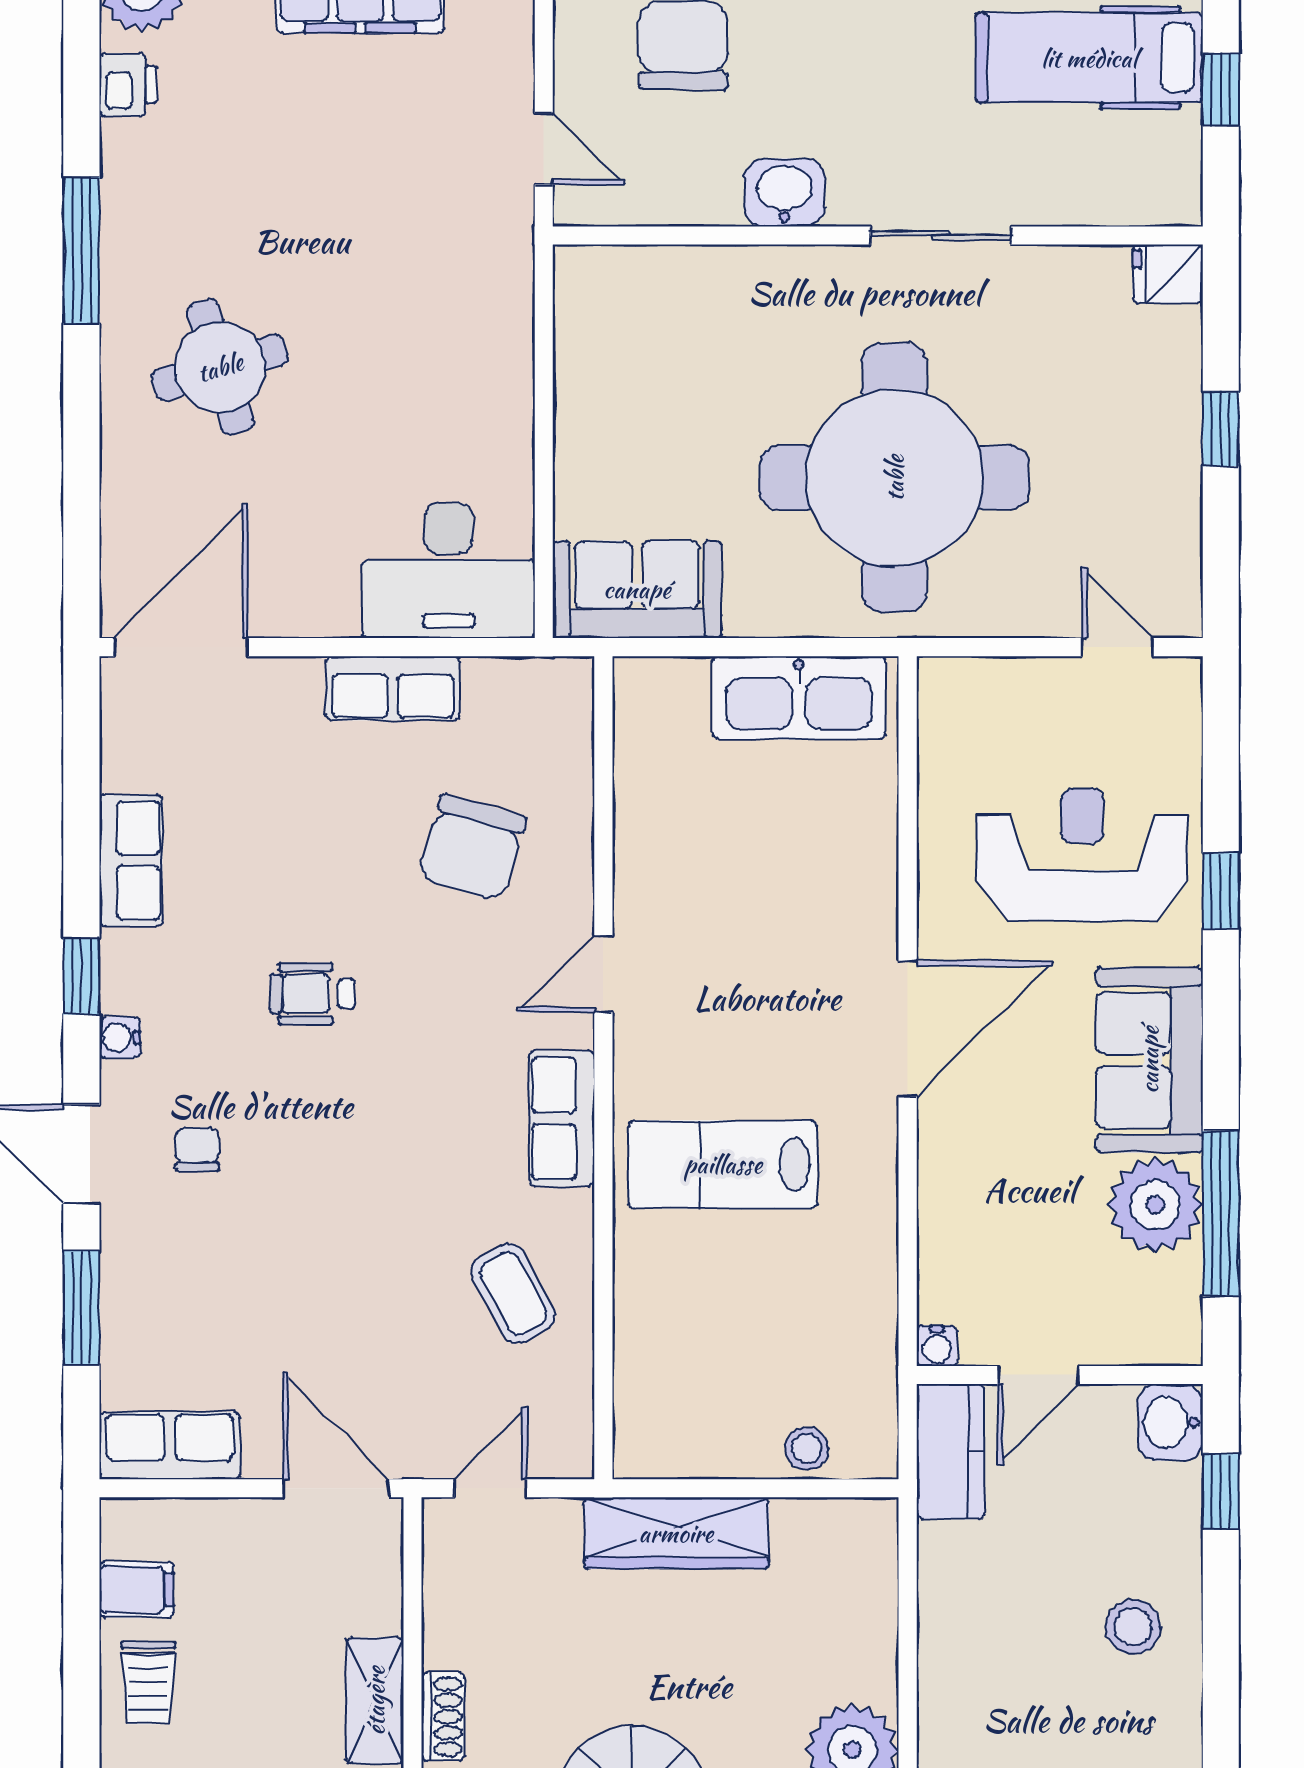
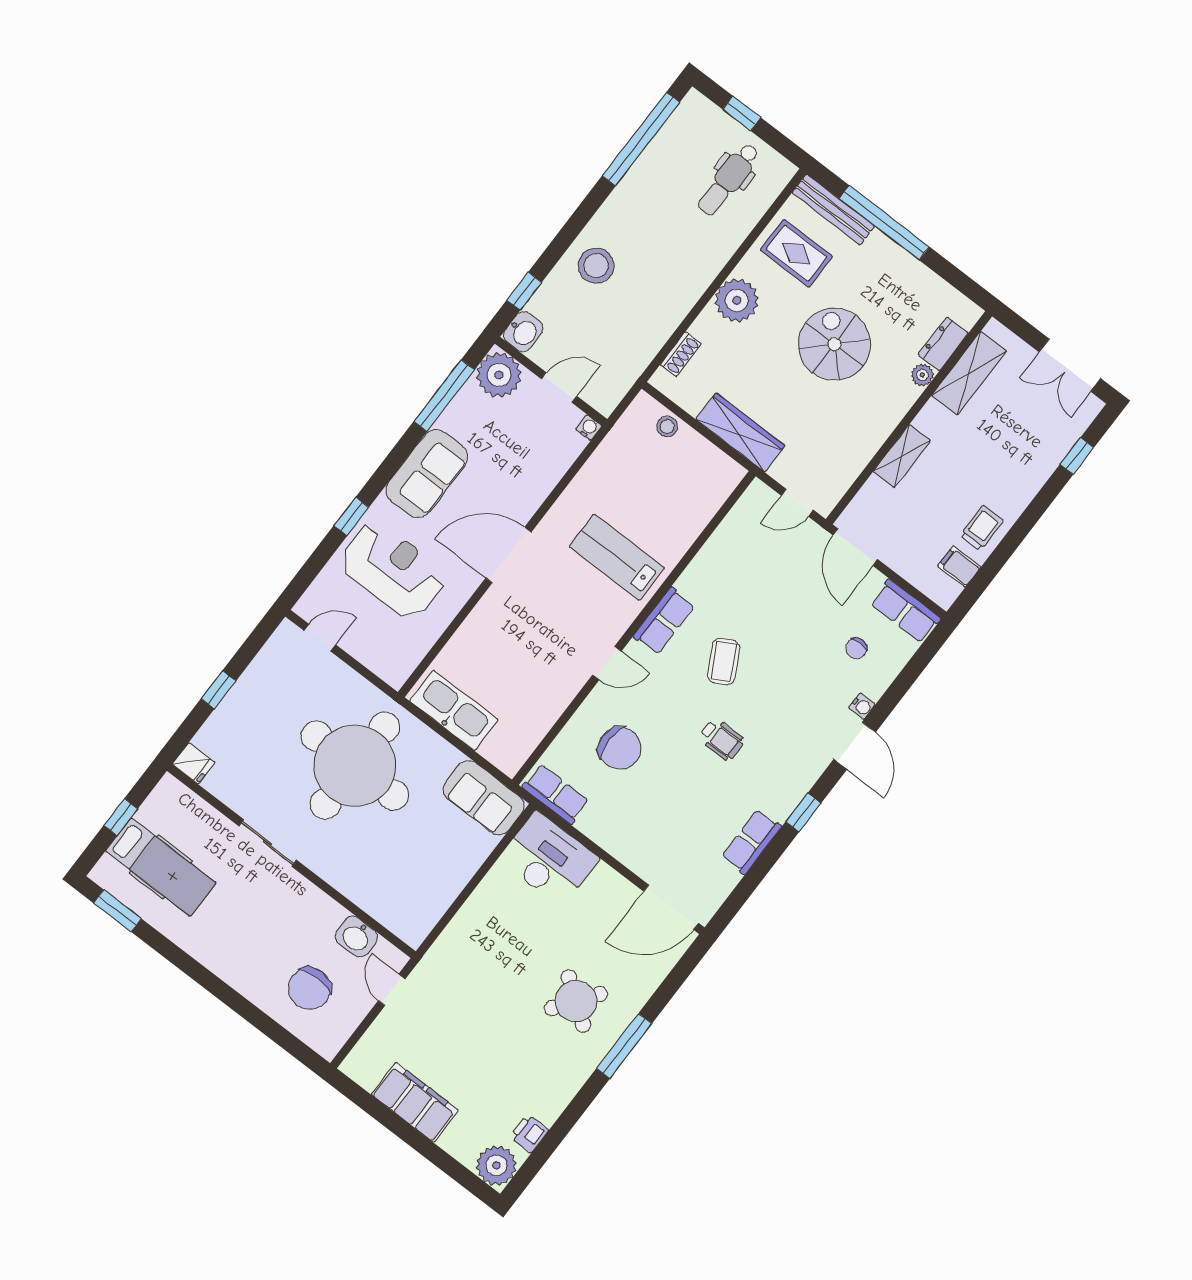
washbasin: (784, 193) -> (356, 937), moved
window: (81, 250) -> (624, 1046), moved
round table: (220, 367) -> (576, 1001), turned -37
door: (1118, 647) -> (320, 638), swing flipped
row of seats: (393, 688) -> (556, 794), moved
chair: (472, 848) -> (620, 748), turned 74
reception desk: (1082, 854) -> (393, 570), turned 180
water cooler: (120, 1037) -> (862, 706), moved
chair: (197, 1150) -> (856, 648), moved
lab bench: (723, 1164) -> (617, 557), turned 180
plant: (1155, 1205) -> (499, 375), moved
coffee table: (513, 1293) -> (724, 661), moved
window: (81, 1308) -> (899, 688), removed
kitchen counter: (950, 1452) -> (614, 384), removed
stool: (1133, 1627) -> (596, 266), width x1.38, depth x1.38
shoe rack: (443, 1717) -> (681, 354), moved, turned 180

